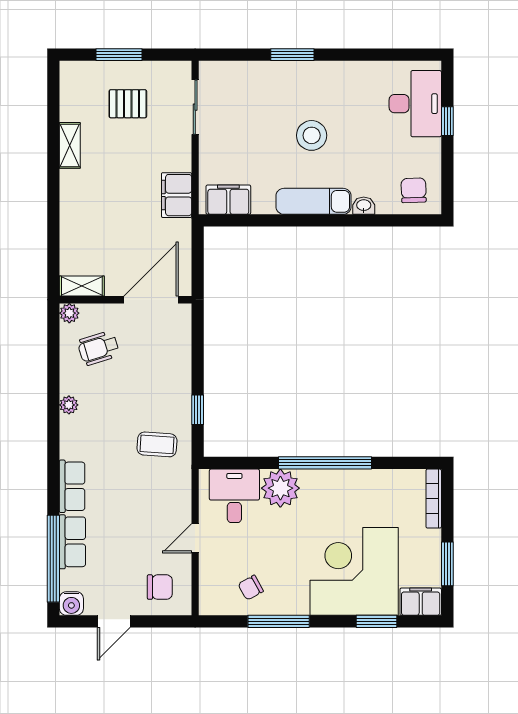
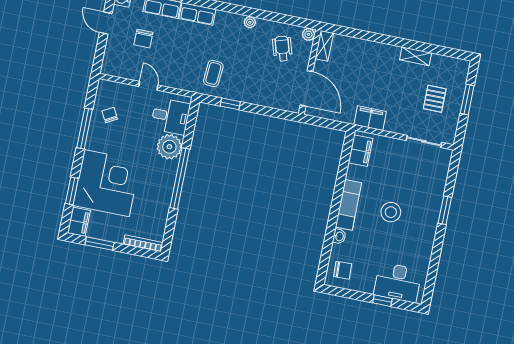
chair: (160, 587) -> (143, 39), moved

